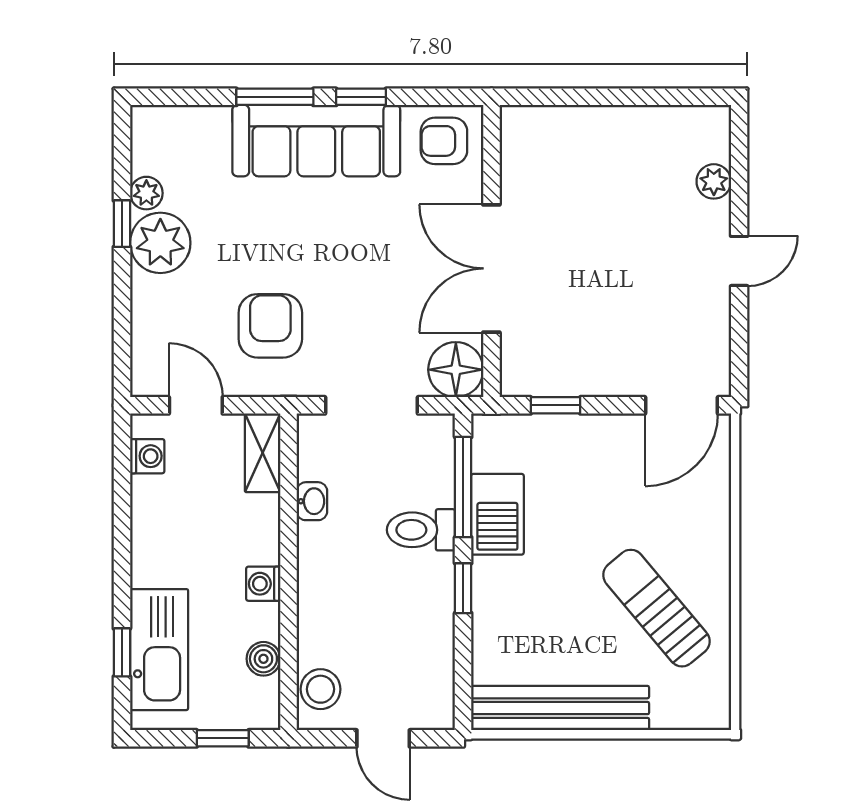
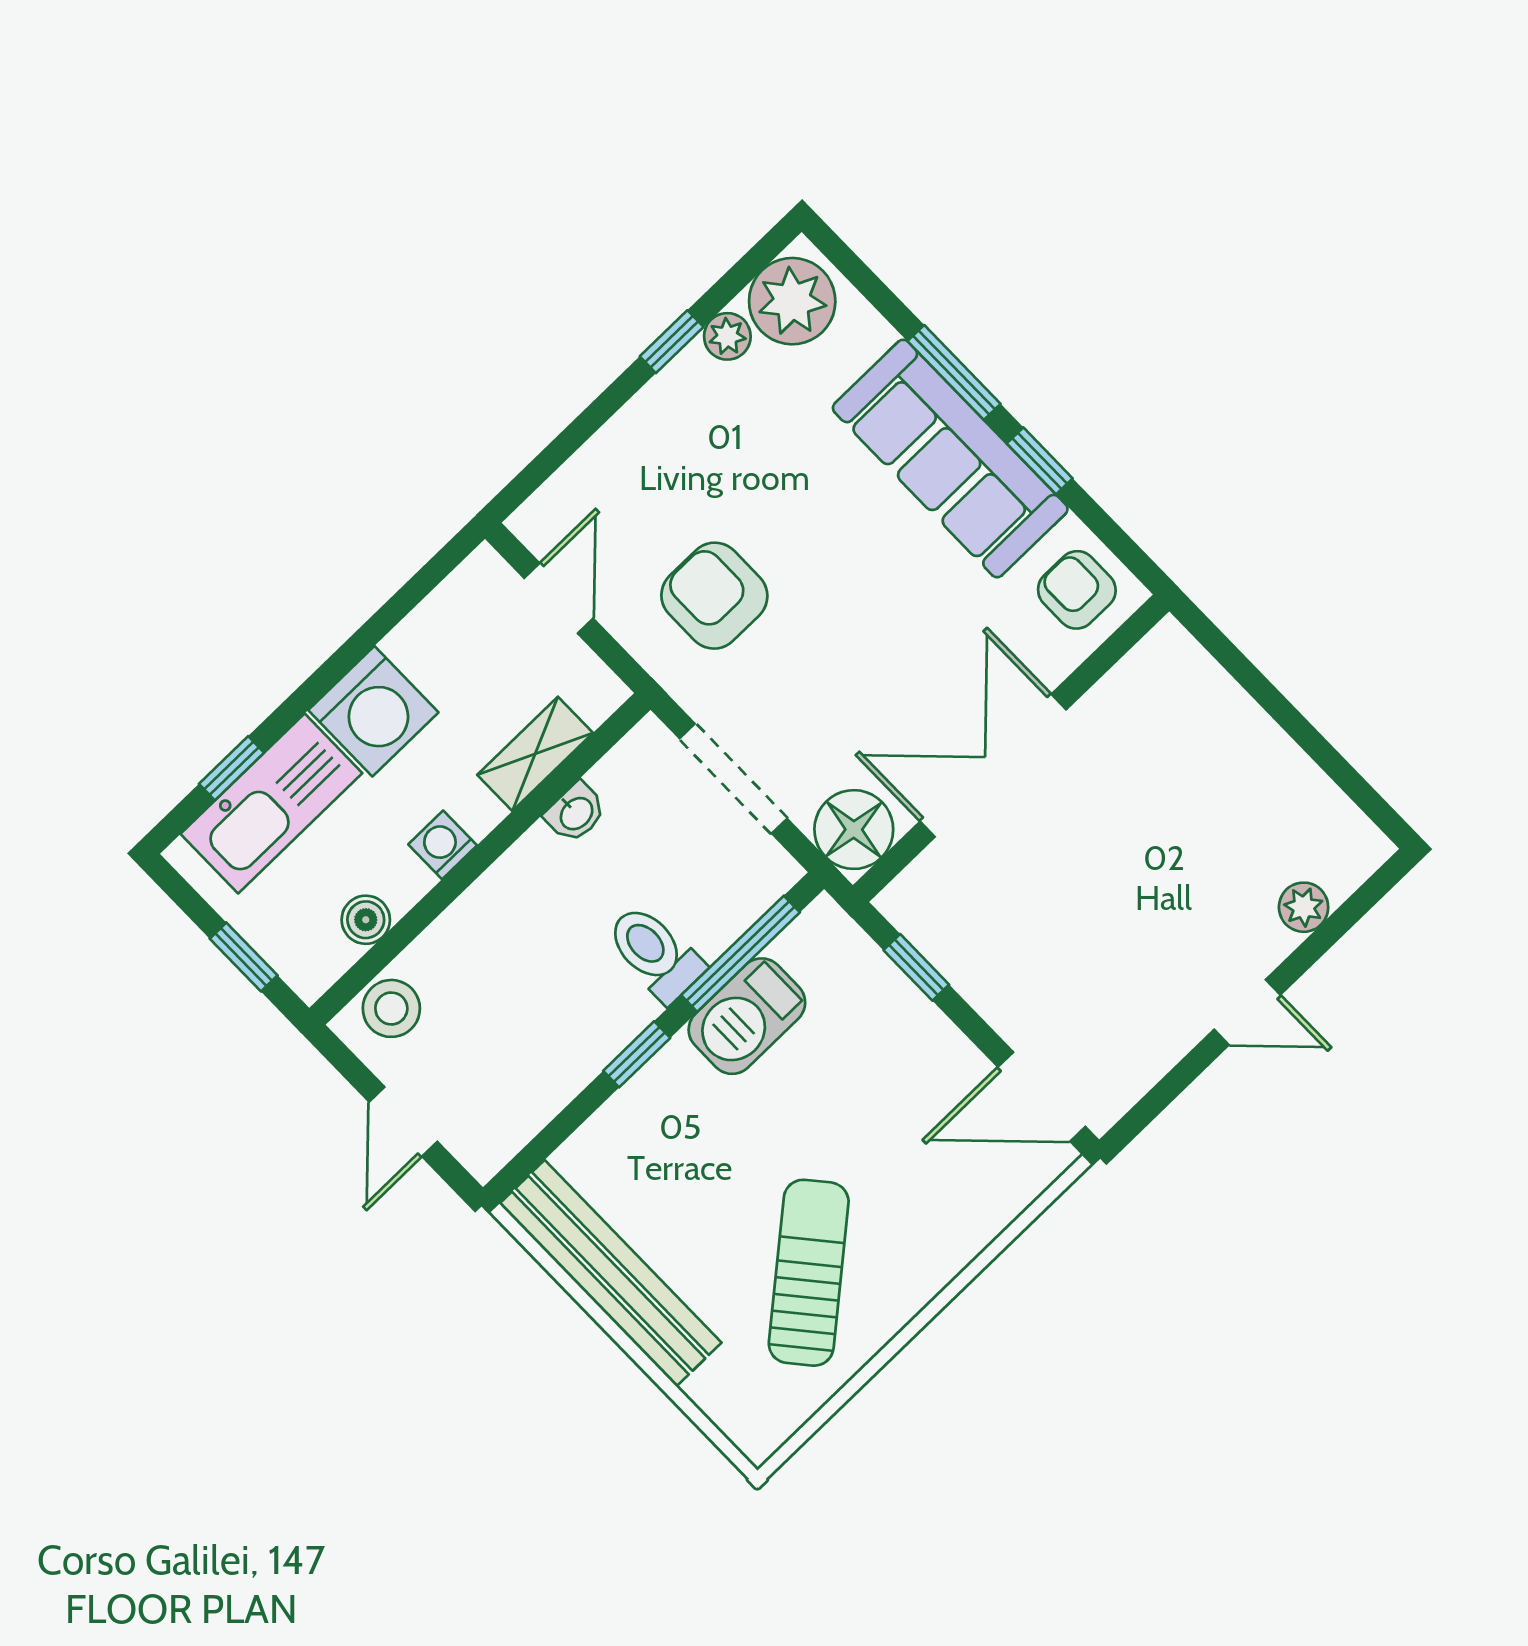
plant: (160, 243) -> (792, 301), moved
armchair: (270, 326) -> (714, 596), turned -90
shelving: (263, 453) -> (535, 754), moved
washing machine: (147, 456) -> (373, 711), moved, width x1.89, depth x1.89

